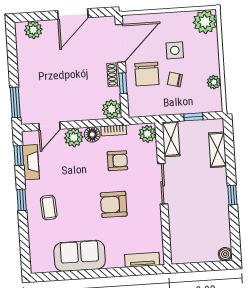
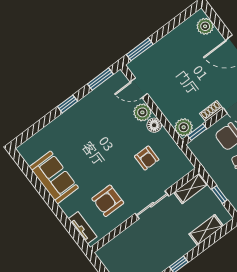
window: (123, 83) -> (197, 132), moved
bookcase: (114, 130) -> (168, 140), removed
plant: (147, 134) -> (183, 167), removed
window: (19, 156) -> (100, 79), width x1.50
fireplace: (31, 162) -> (101, 92), removed
armchair: (114, 204) -> (108, 201), moved, turned -90
coffee table: (49, 207) -> (75, 129), removed

